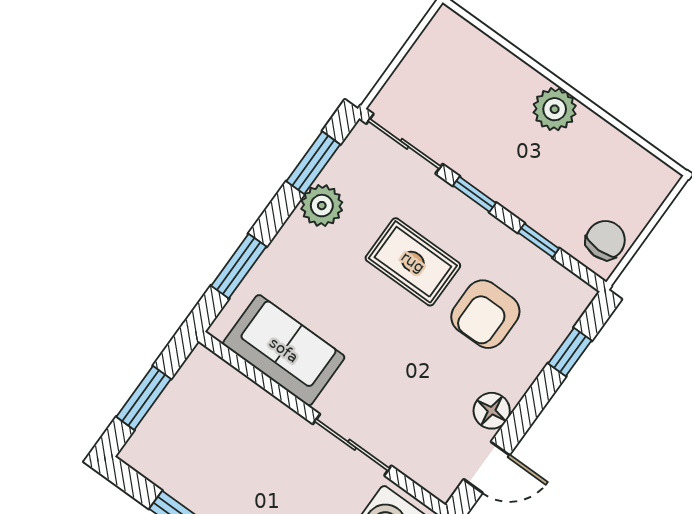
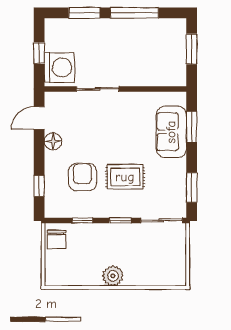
plant: (322, 206) -> (176, 173), removed
sofa: (284, 350) -> (171, 132), moved, turned 90

